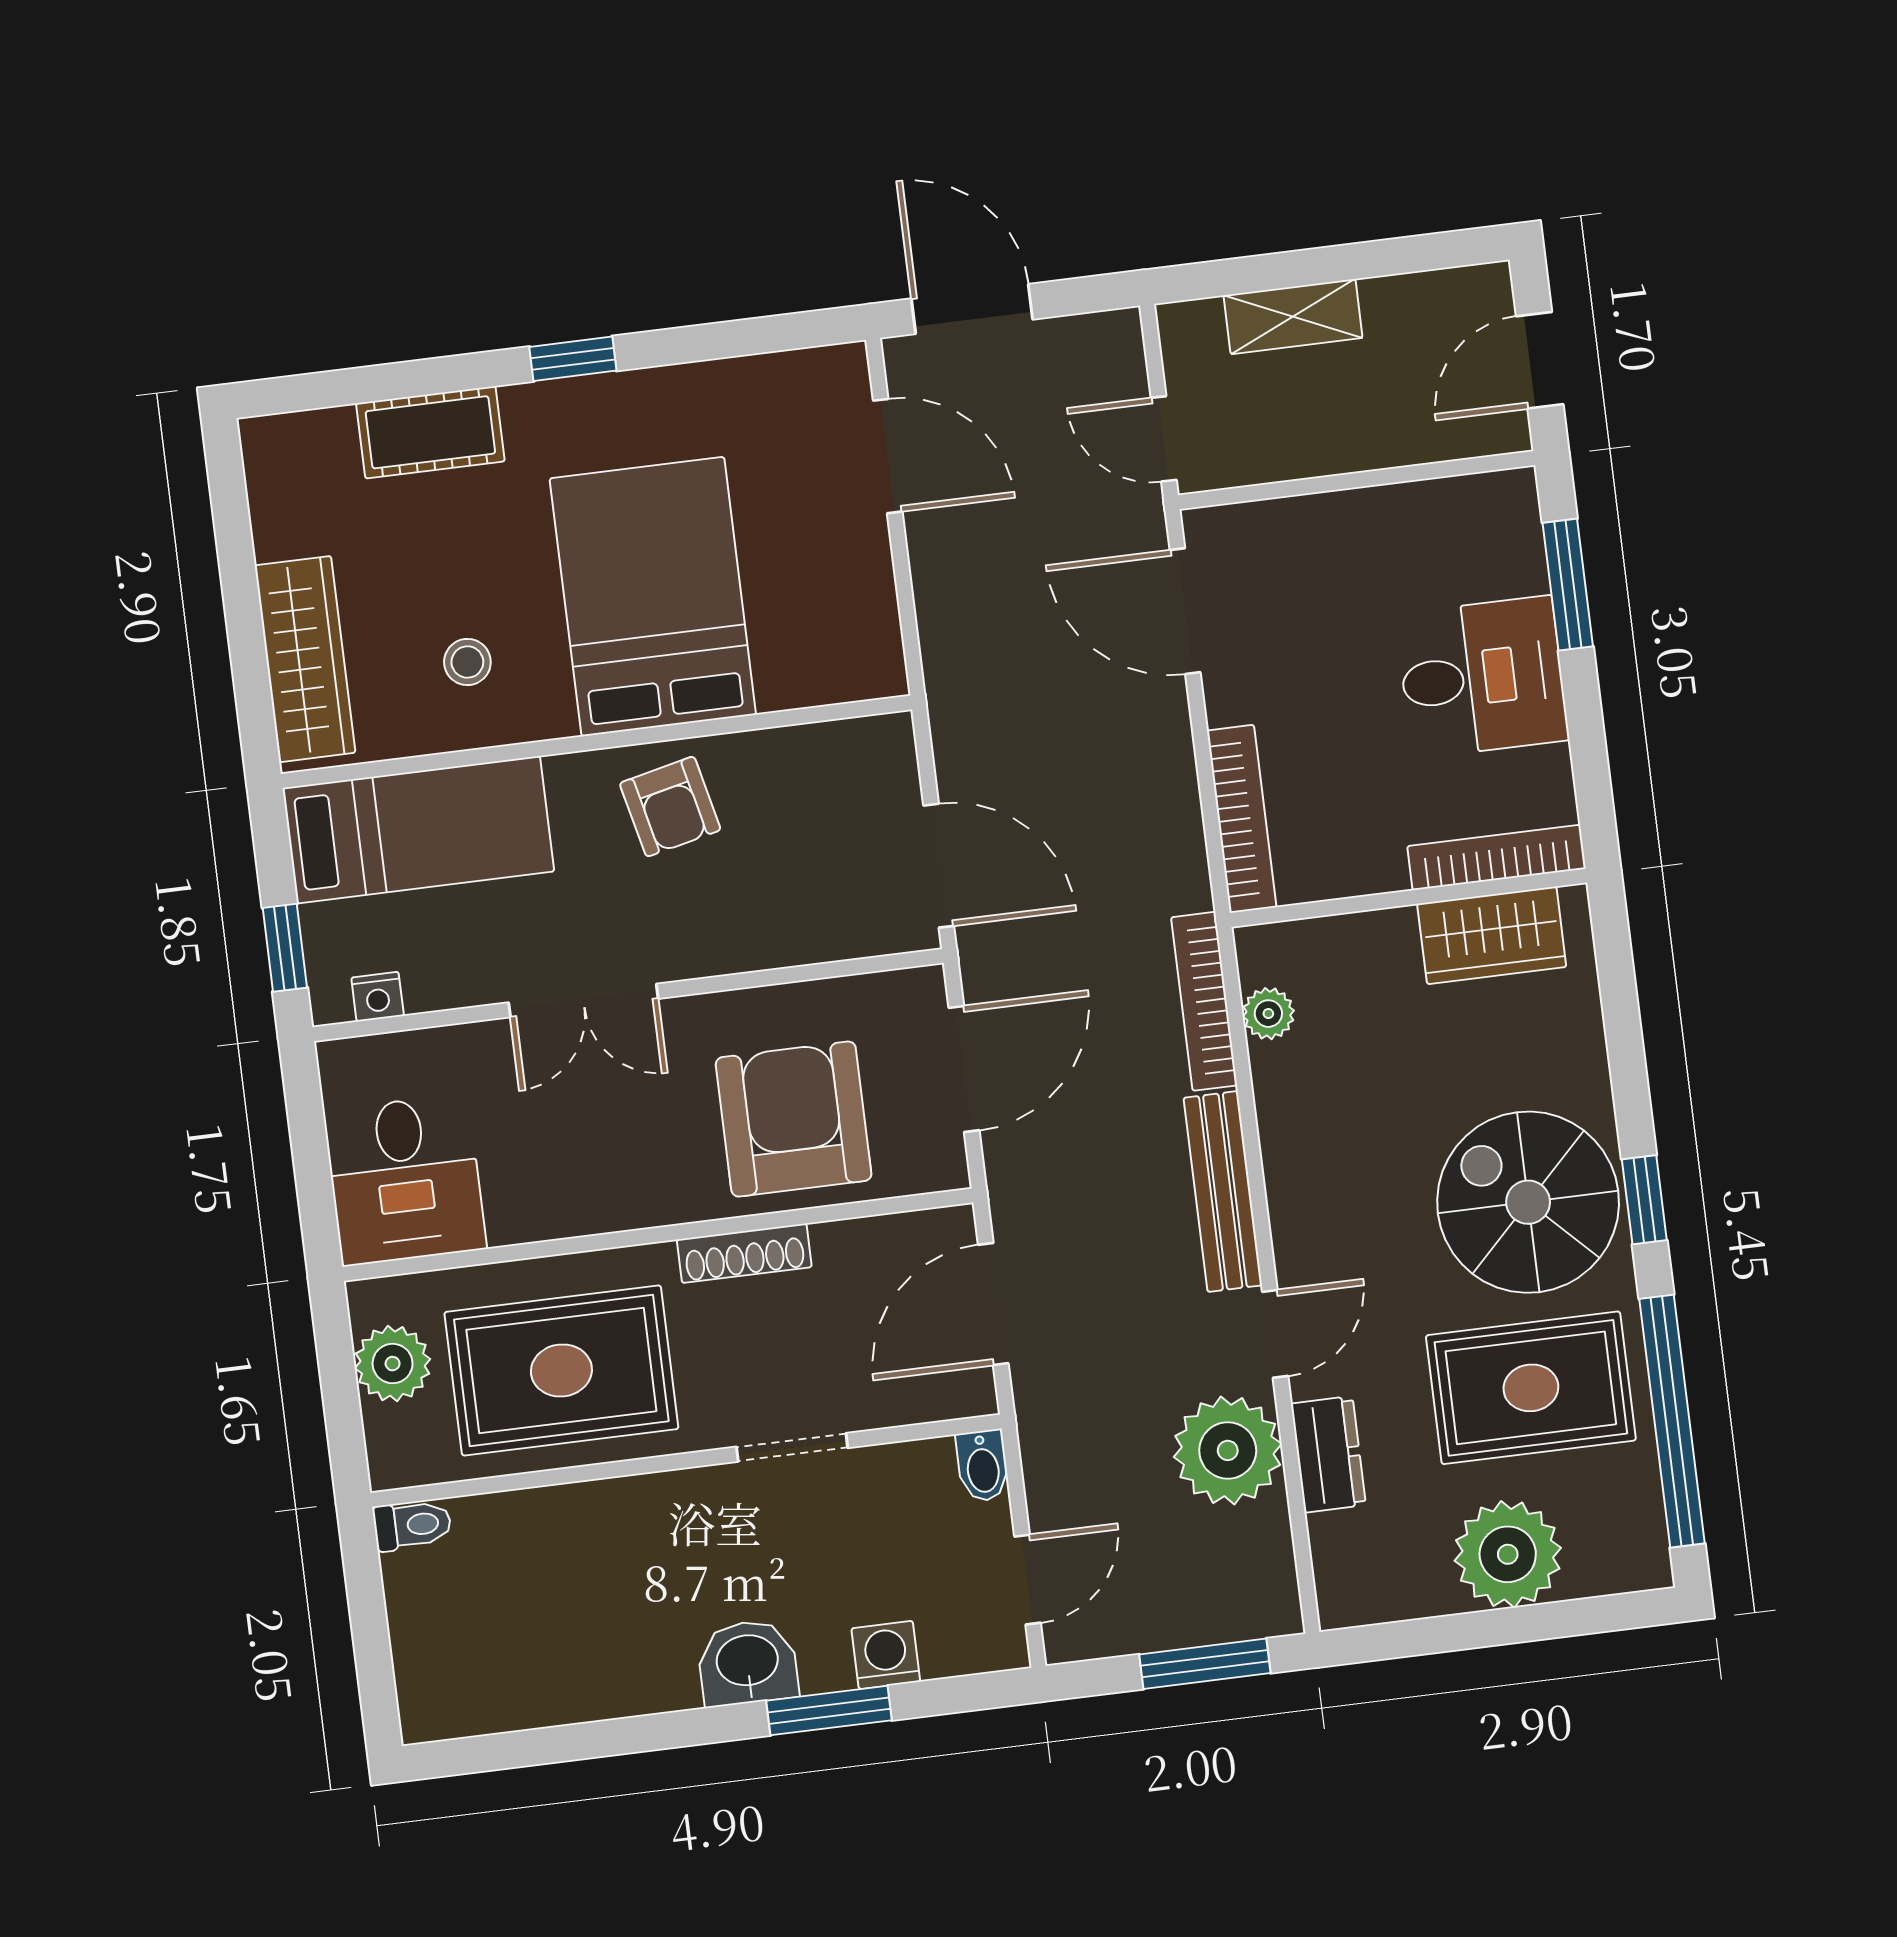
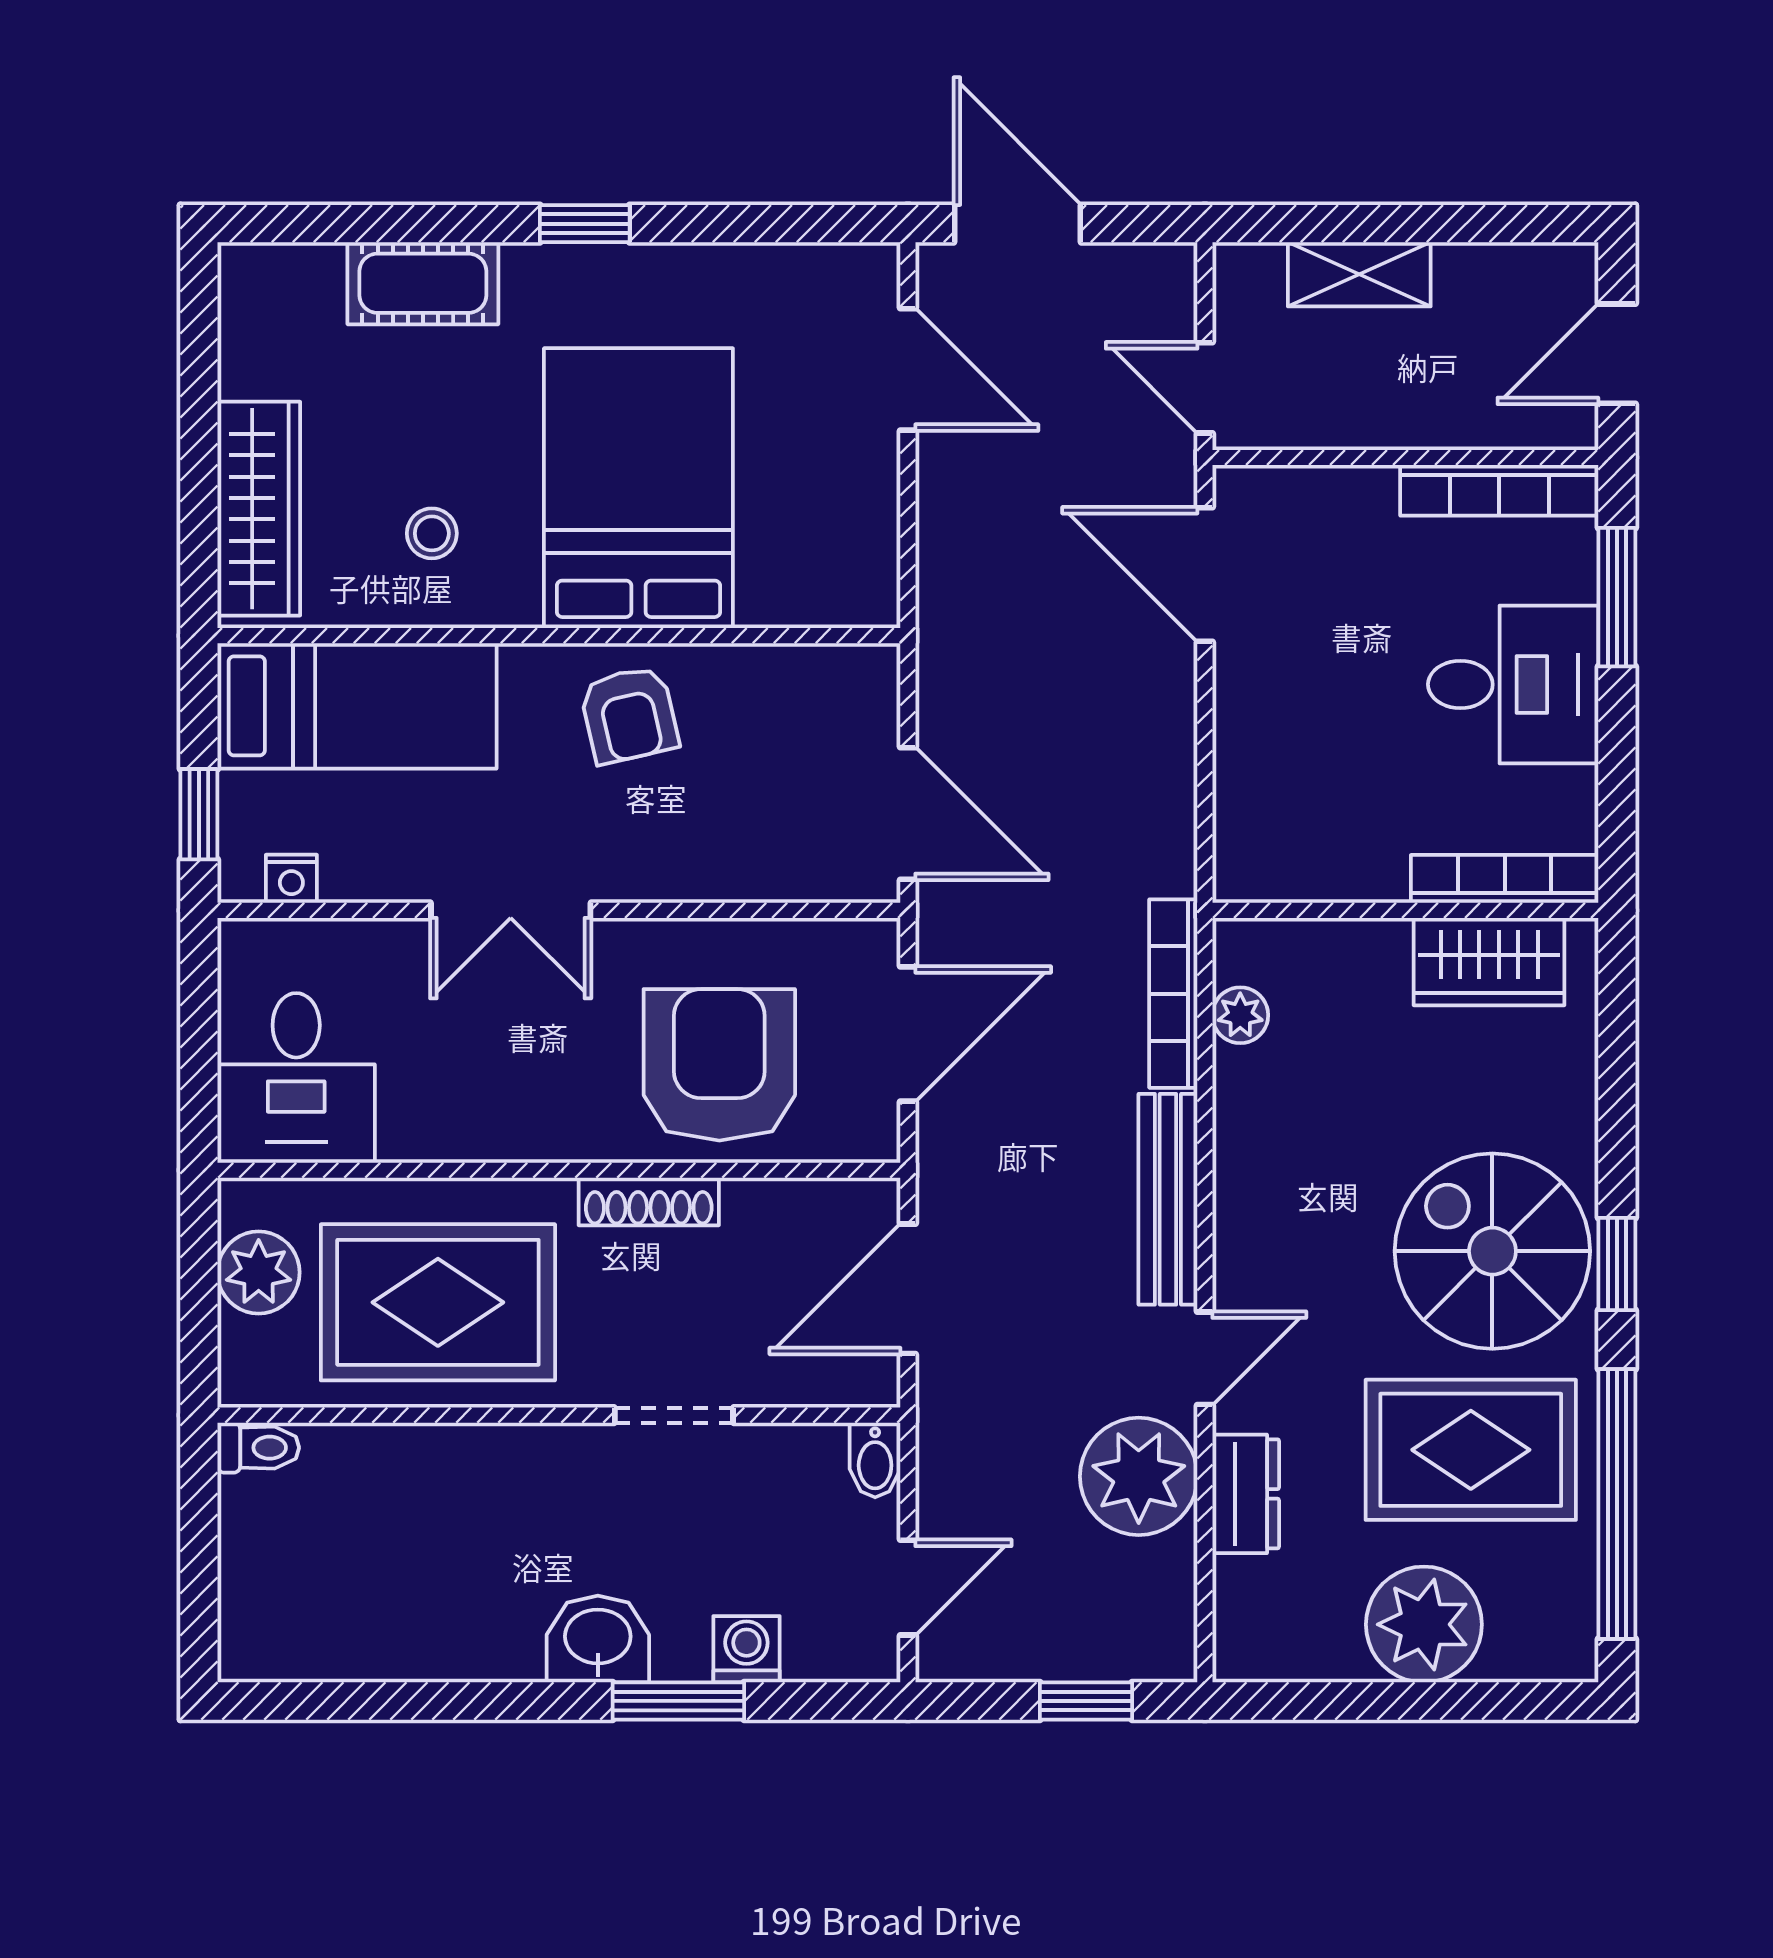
bookcase: (1242, 819) -> (1499, 490), moved, turned 90
window: (1205, 1664) -> (1086, 1701), width x0.67

